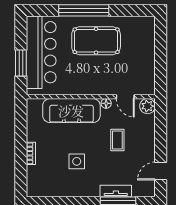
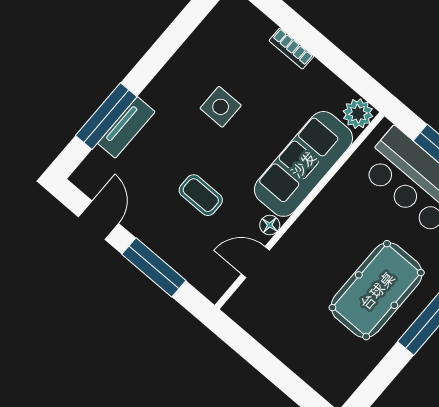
plant: (147, 106) -> (358, 114), moved
window: (161, 134) -> (154, 267), added

